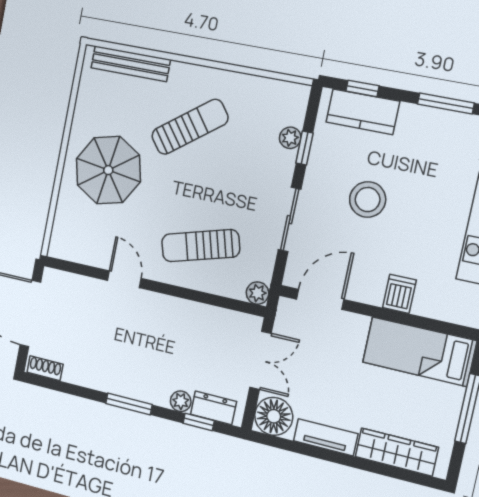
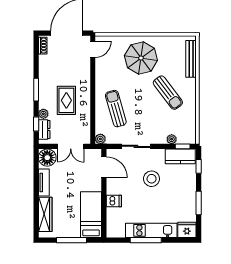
kitchen counter: (363, 112) -> (180, 156), moved, turned -90
window: (304, 148) -> (183, 146), moved
door: (124, 279) -> (93, 49), moved
rug: (163, 346) -> (66, 100), added

